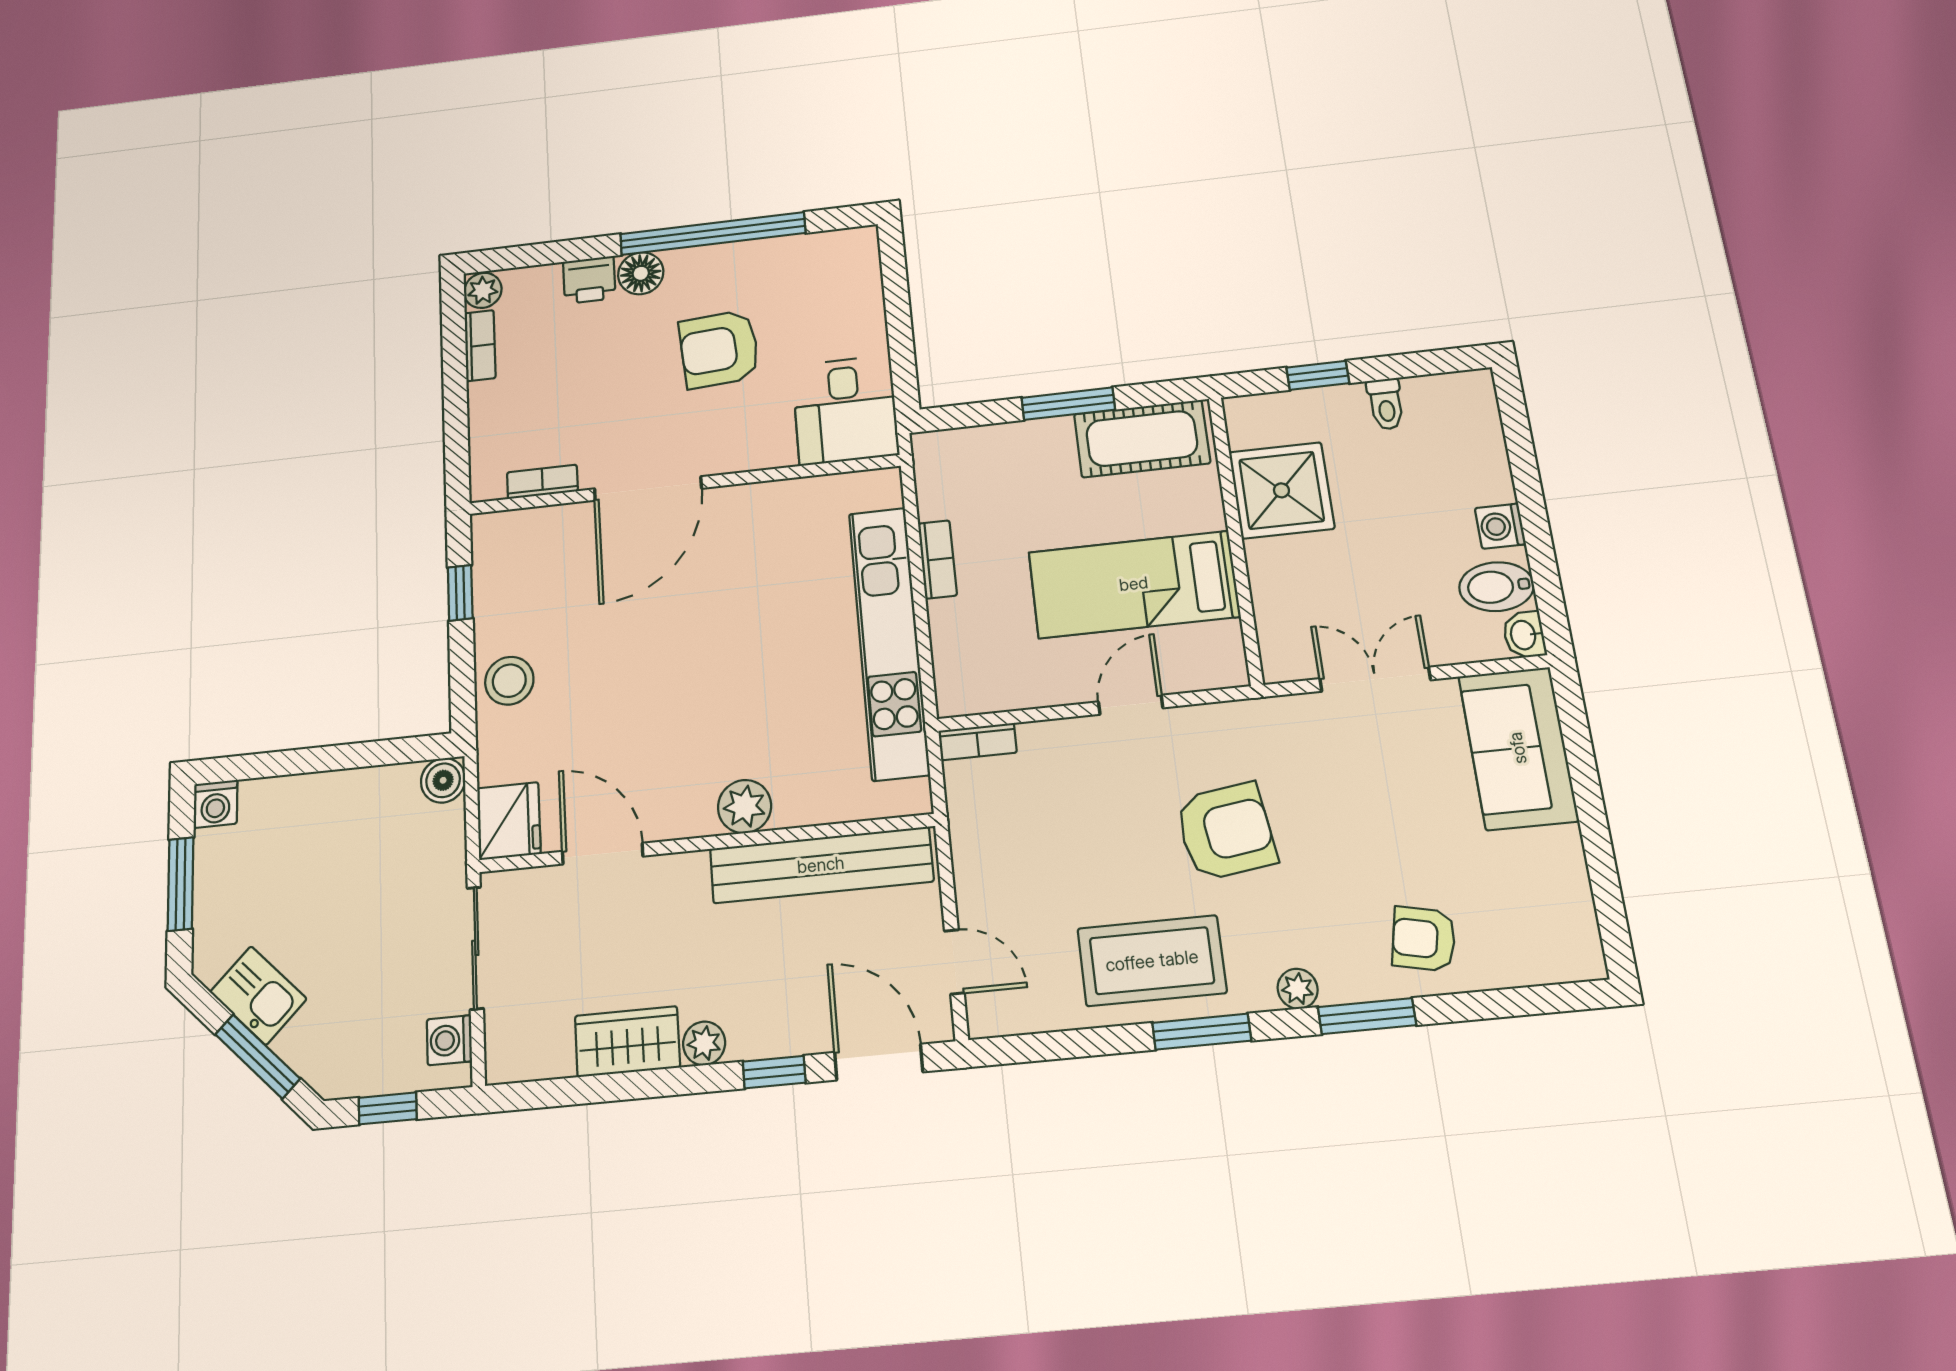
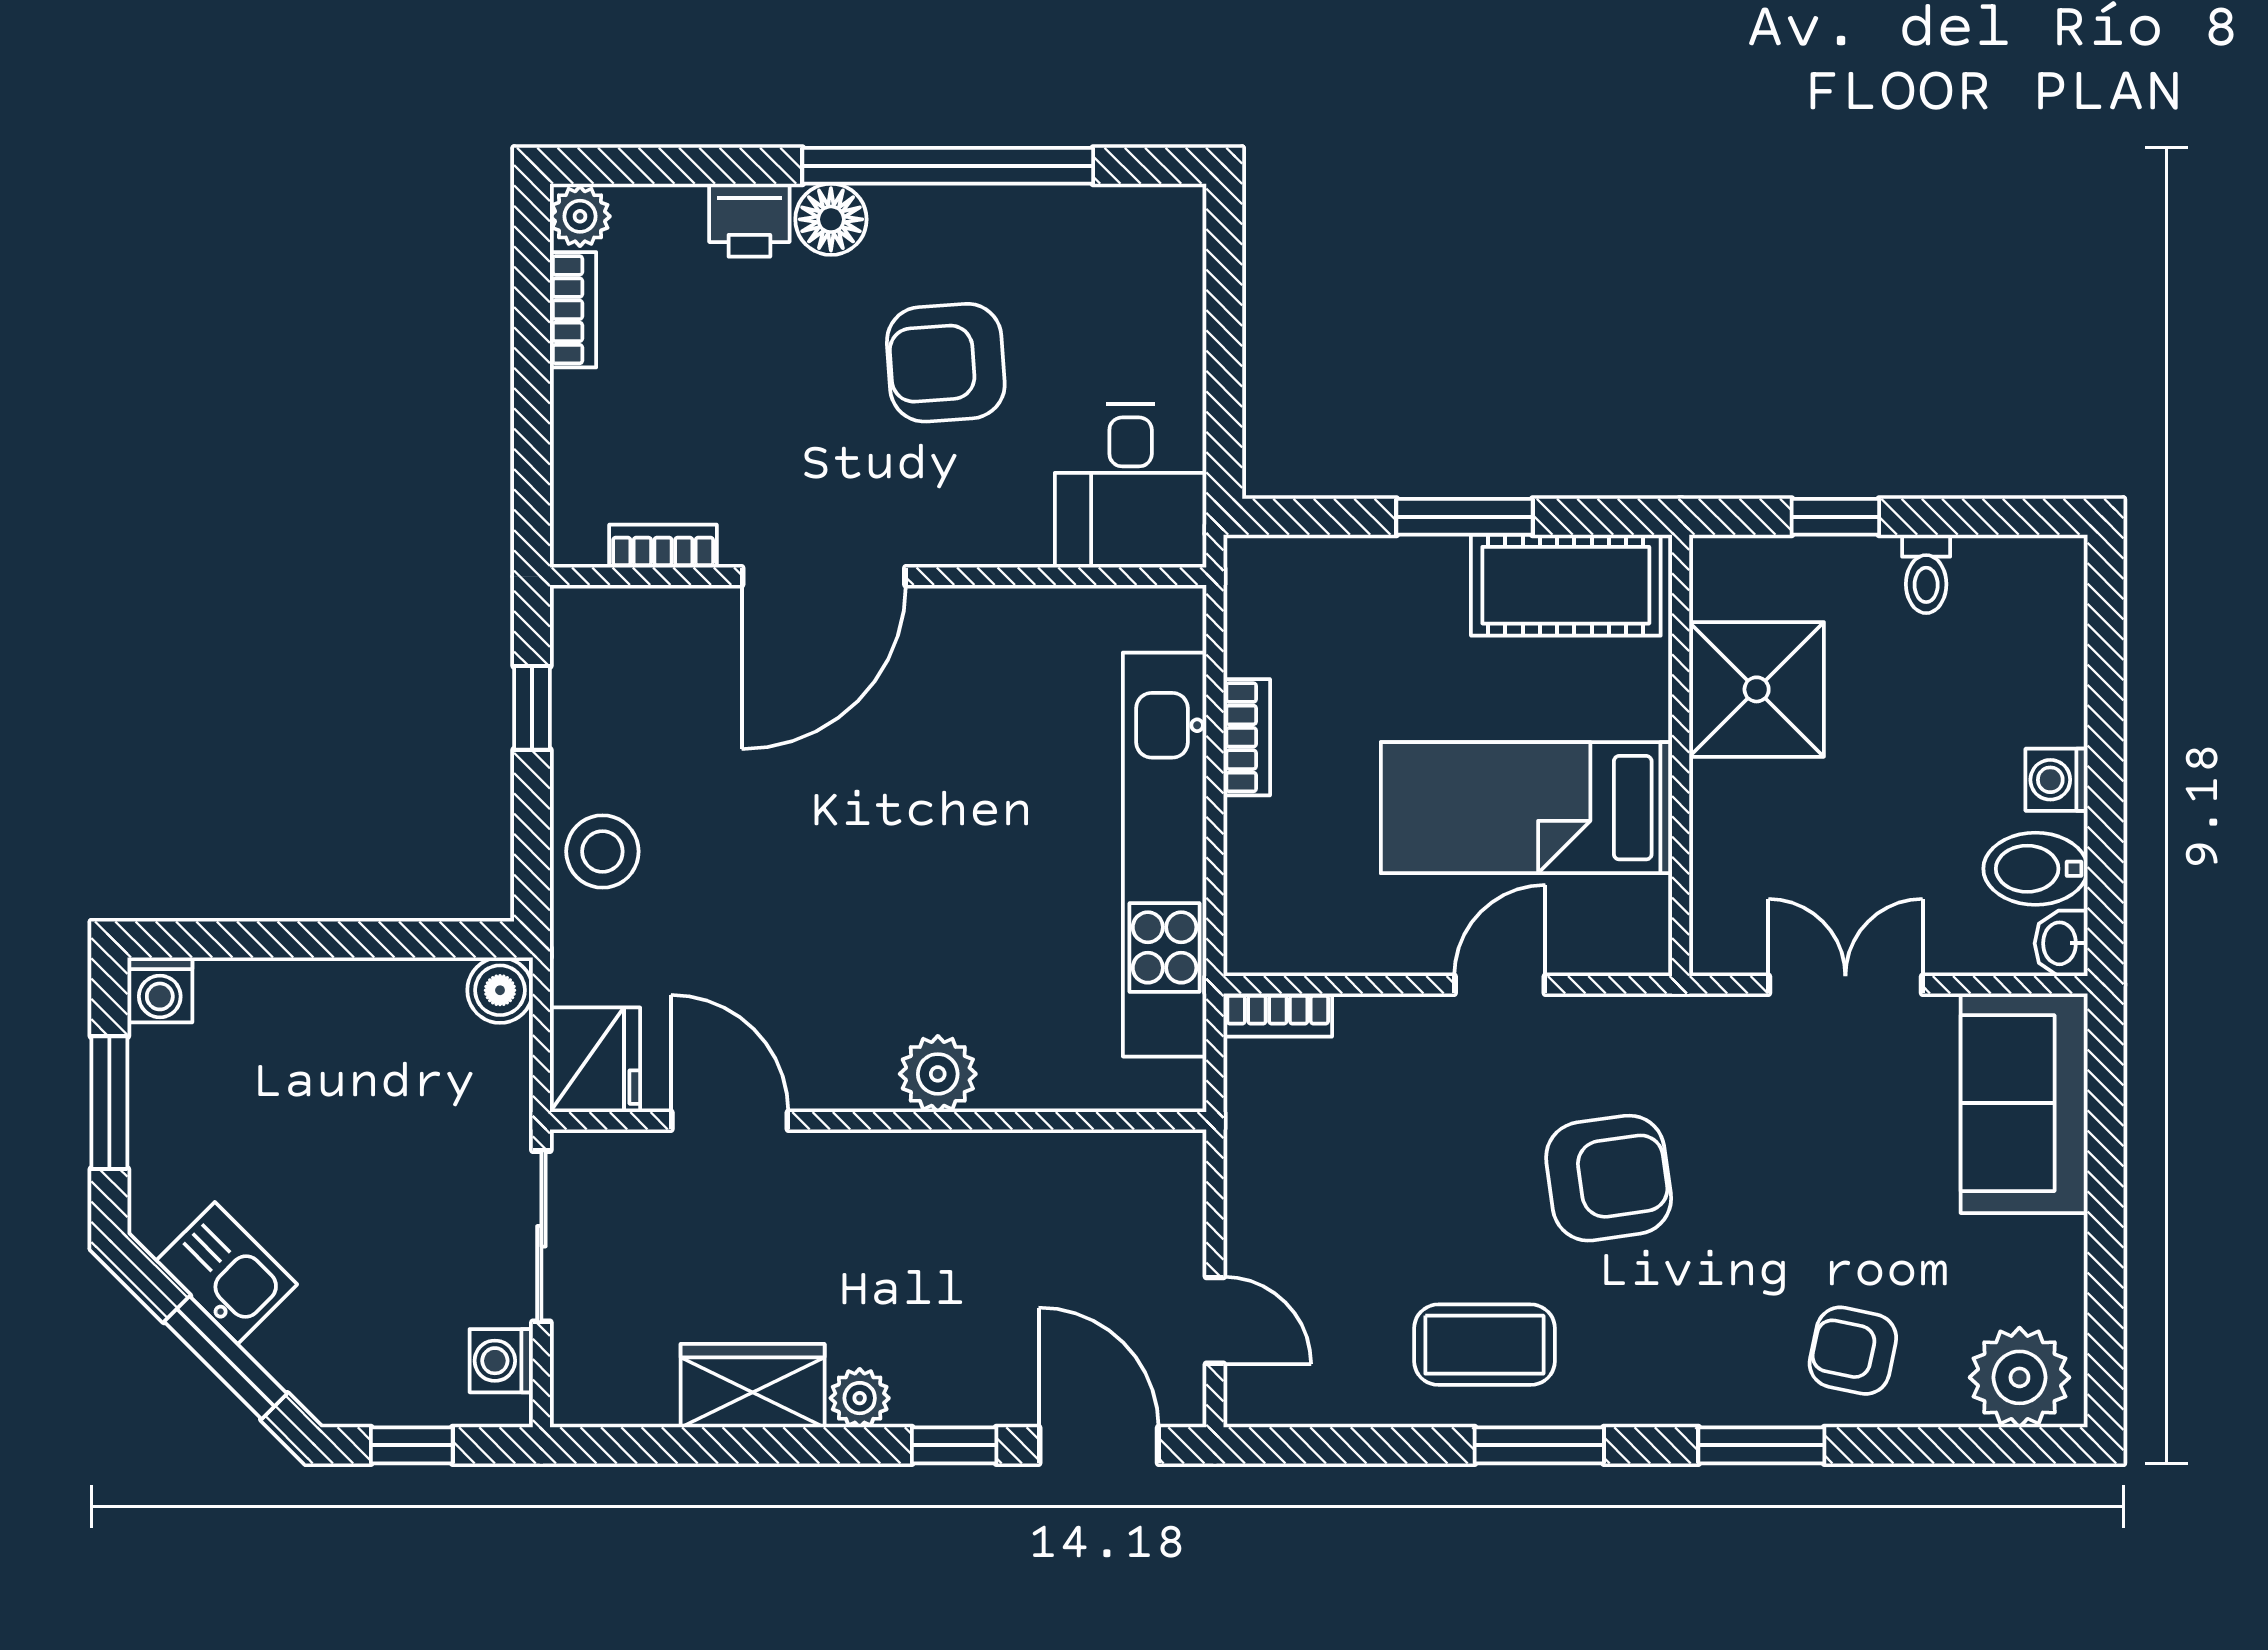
bench: (821, 865) -> (1041, 1168), removed
coffee table: (1152, 961) -> (1484, 1345), width x0.73, depth x0.76
plant: (1298, 989) -> (2019, 1377), moved, width x1.87, depth x1.87

